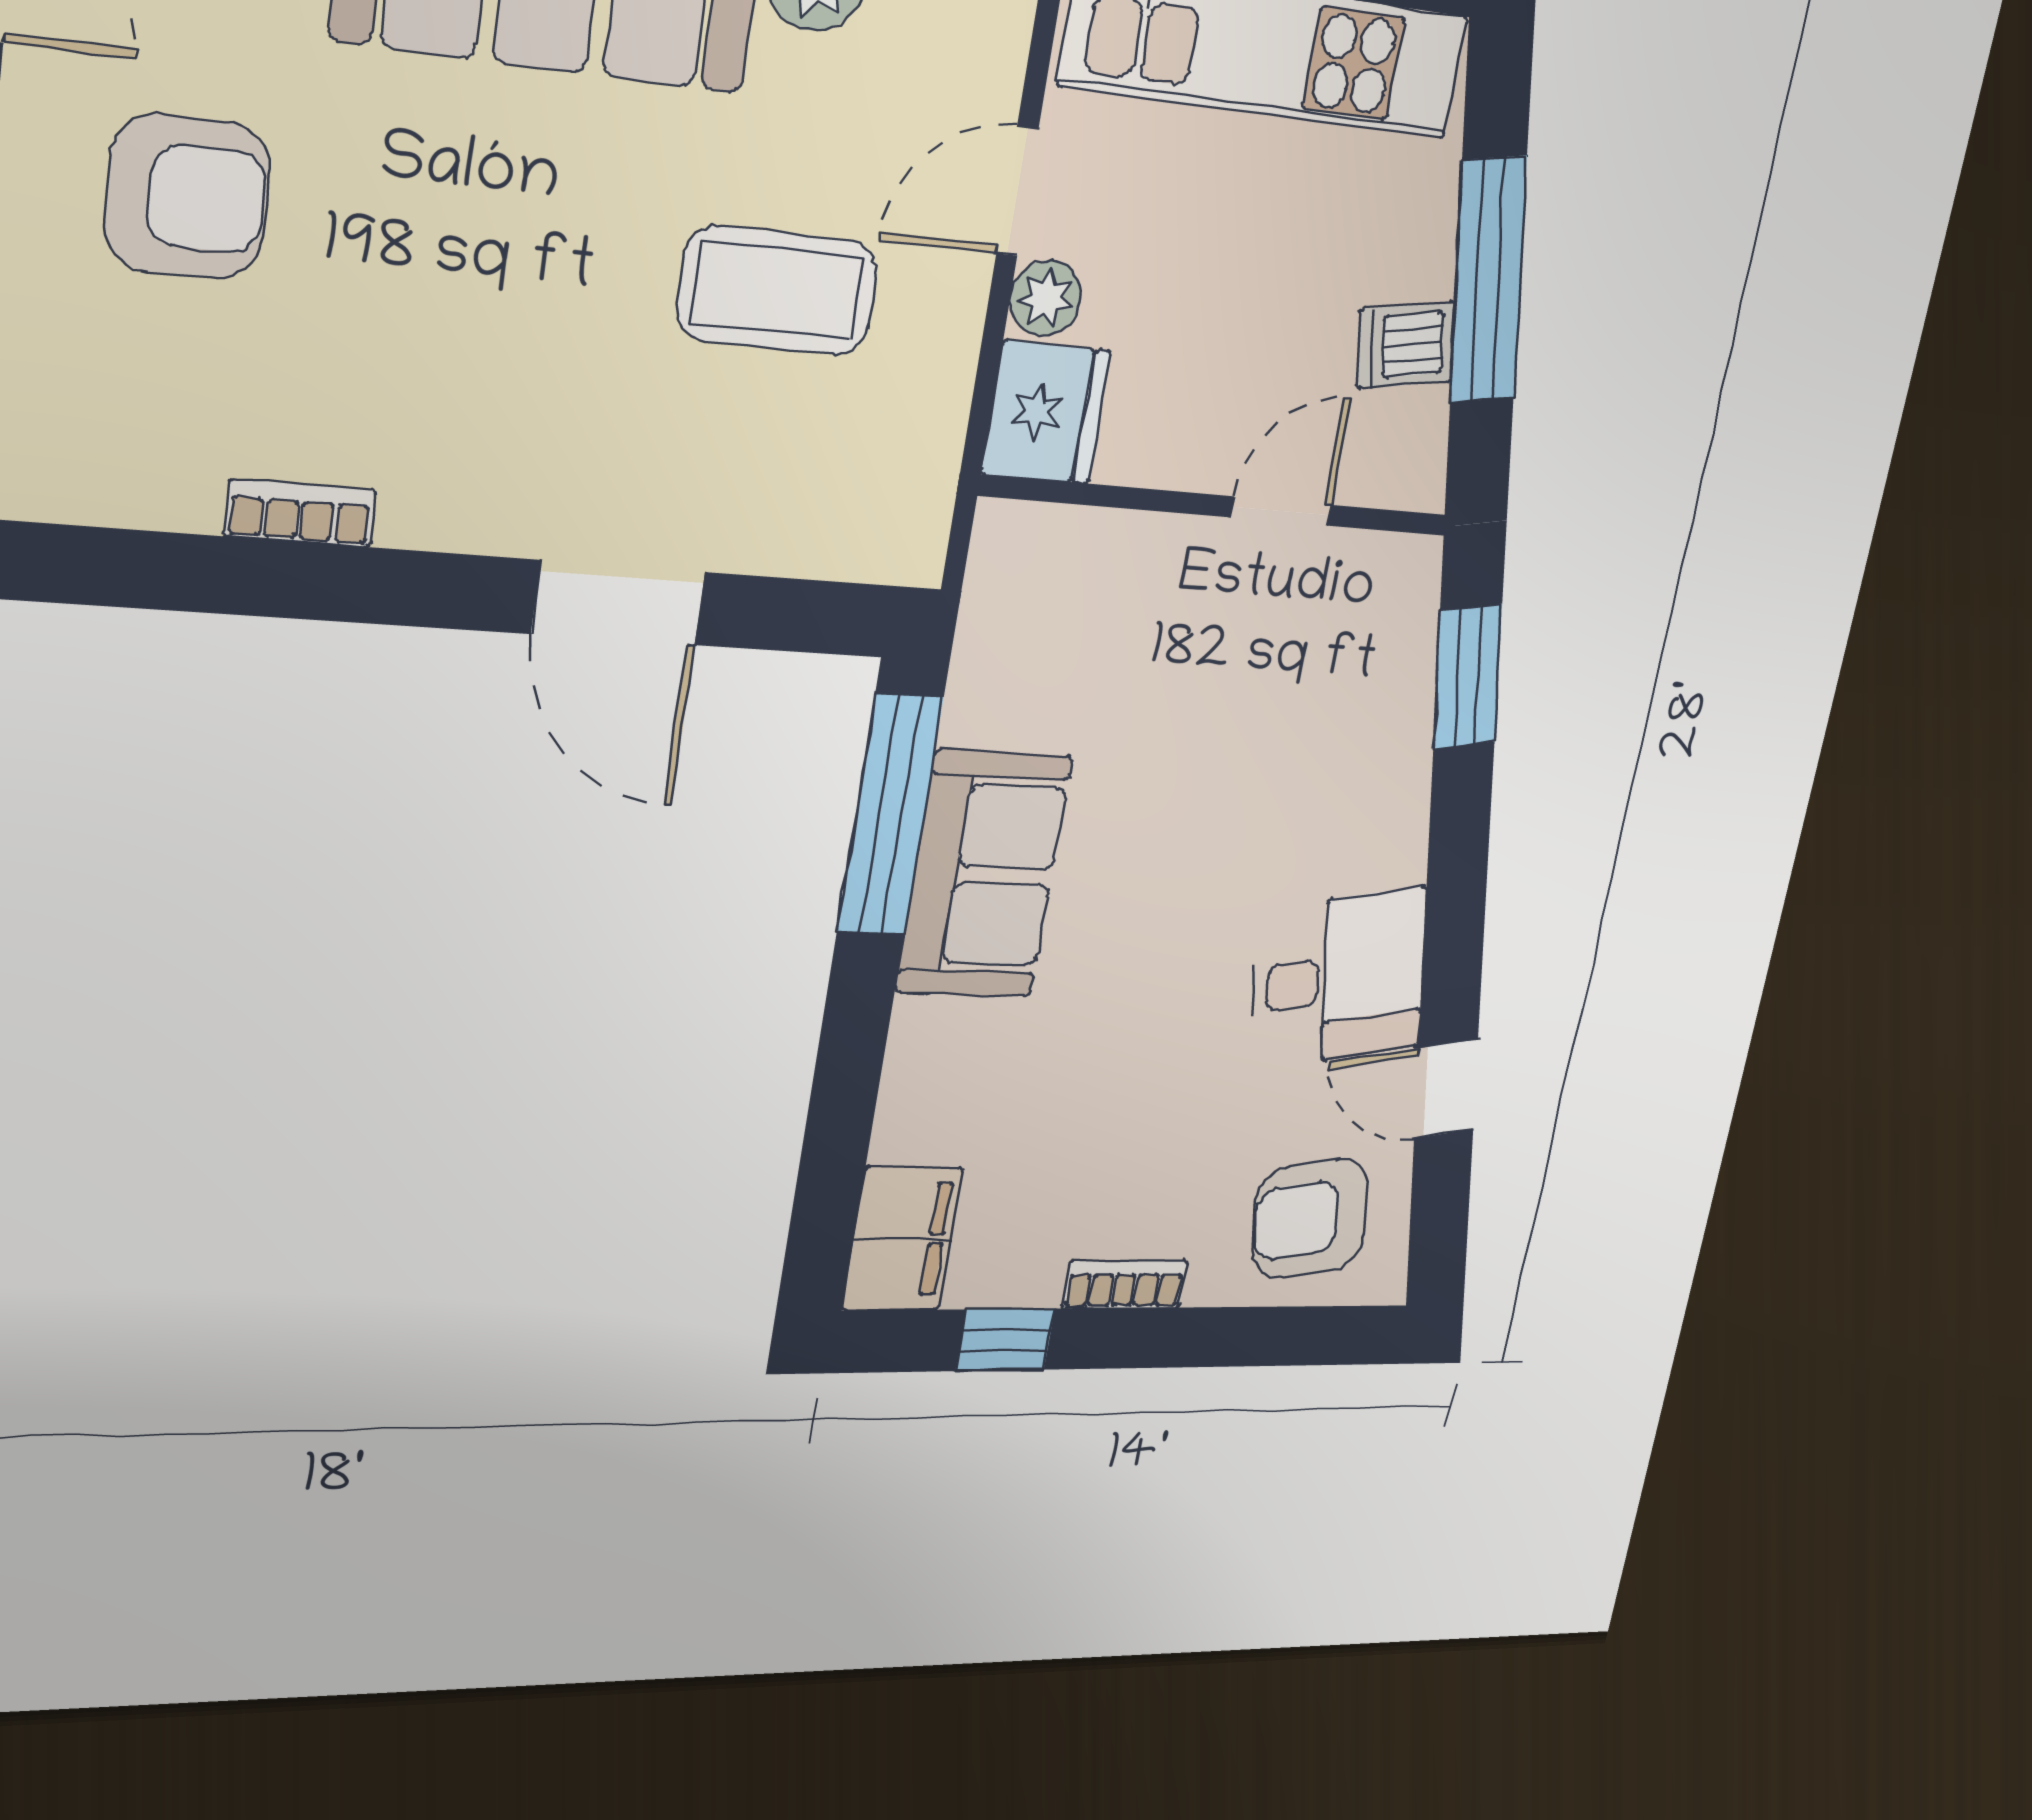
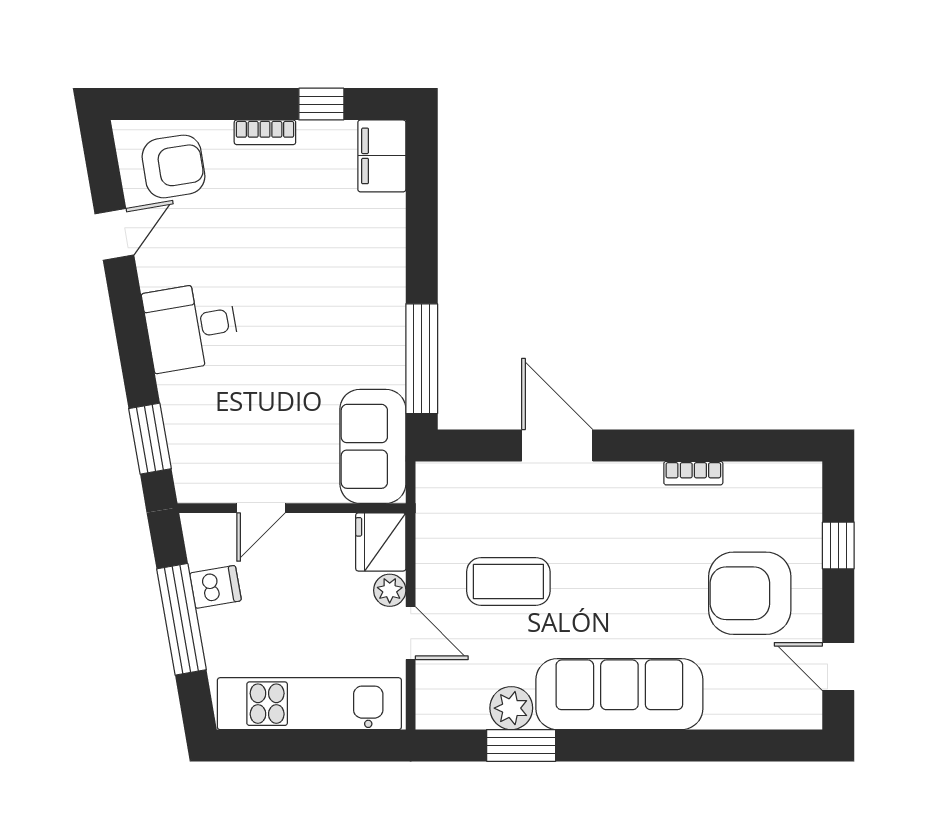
door: (1017, 191) -> (411, 633), hinge flipped
armchair: (187, 197) -> (750, 593), width x1.36, depth x1.36
sofa: (983, 875) -> (373, 446), moved
desk: (1339, 979) -> (191, 326), moved
door: (1446, 1089) -> (114, 234), hinge flipped

